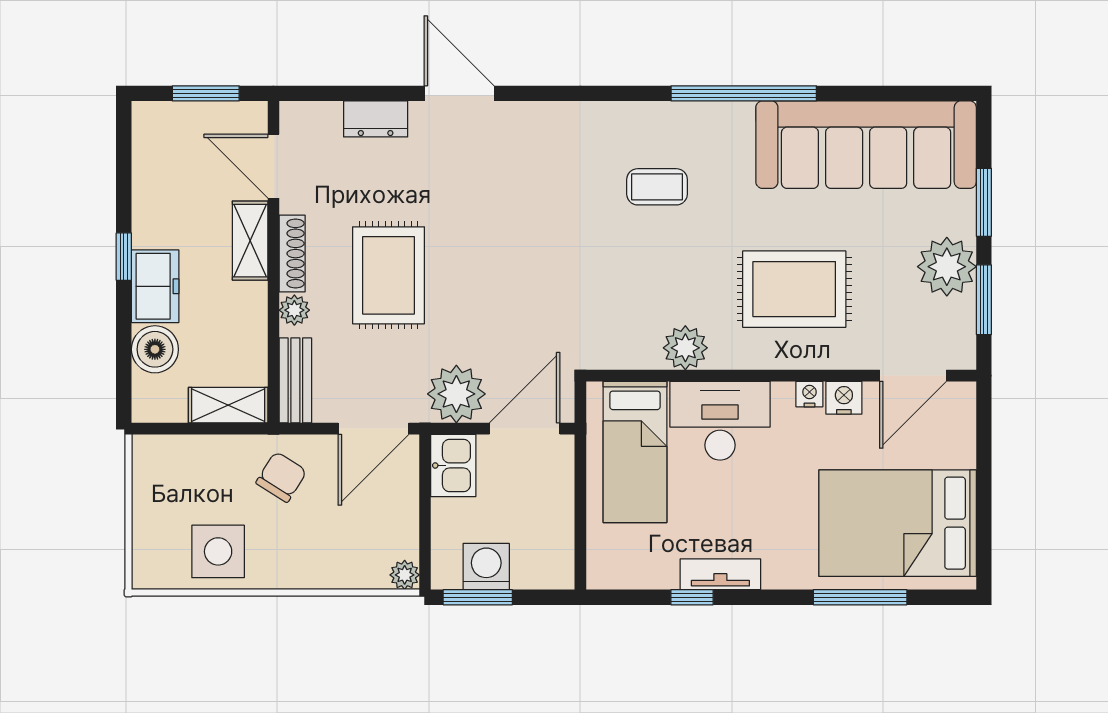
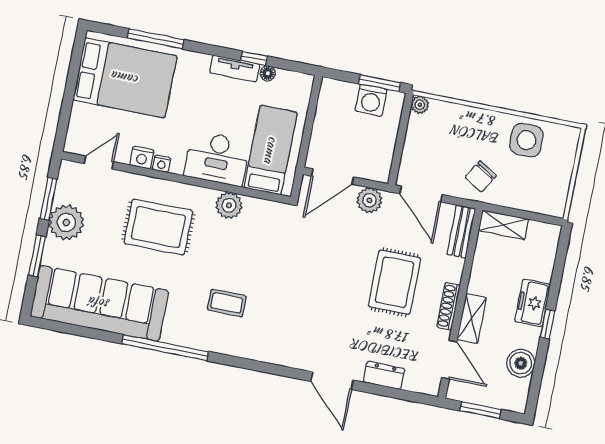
plant: (294, 310) -> (454, 273), removed
boiler: (155, 349) -> (521, 363), moved
door: (913, 376) -> (99, 163), width x0.73
plant: (456, 394) -> (369, 200), width x0.73, depth x0.73
door: (374, 429) -> (421, 194), swing flipped
kitchen sink: (453, 465) -> (379, 163), removed
floor lamp: (664, 577) -> (268, 73), added

